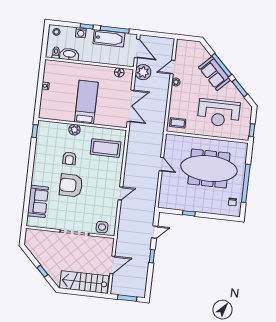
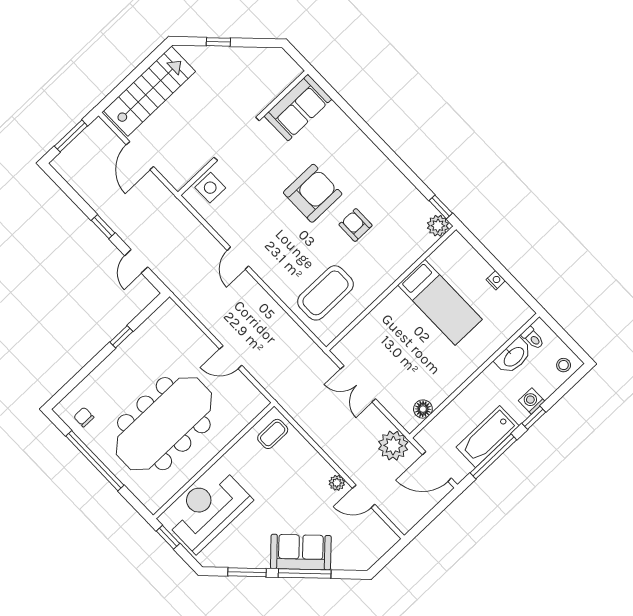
door: (172, 67) -> (364, 496), swing flipped
bed: (86, 102) -> (440, 302), moved
double door: (130, 106) -> (358, 384), width x0.73
reception desk: (219, 113) -> (208, 510), moved
plant: (74, 130) -> (438, 226), moved
sofa: (38, 201) -> (298, 108), moved, turned -90

